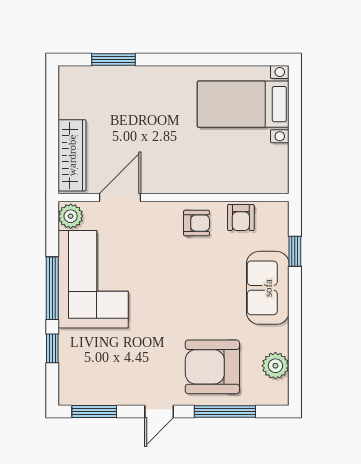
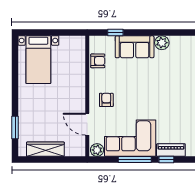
wardrobe: (72, 155) -> (45, 149), moved
armchair: (196, 223) -> (106, 100), moved
piano: (70, 357) -> (171, 150), added
plant: (275, 366) -> (162, 43), moved
armchair: (212, 367) -> (176, 76), removed

